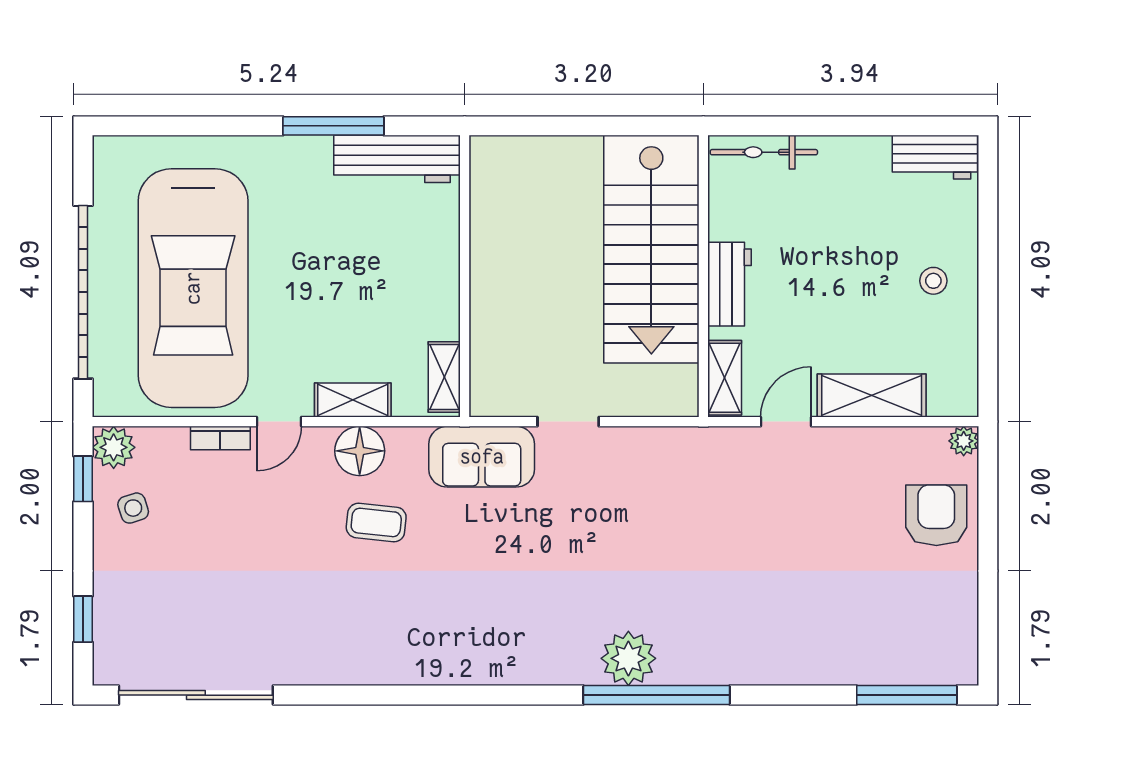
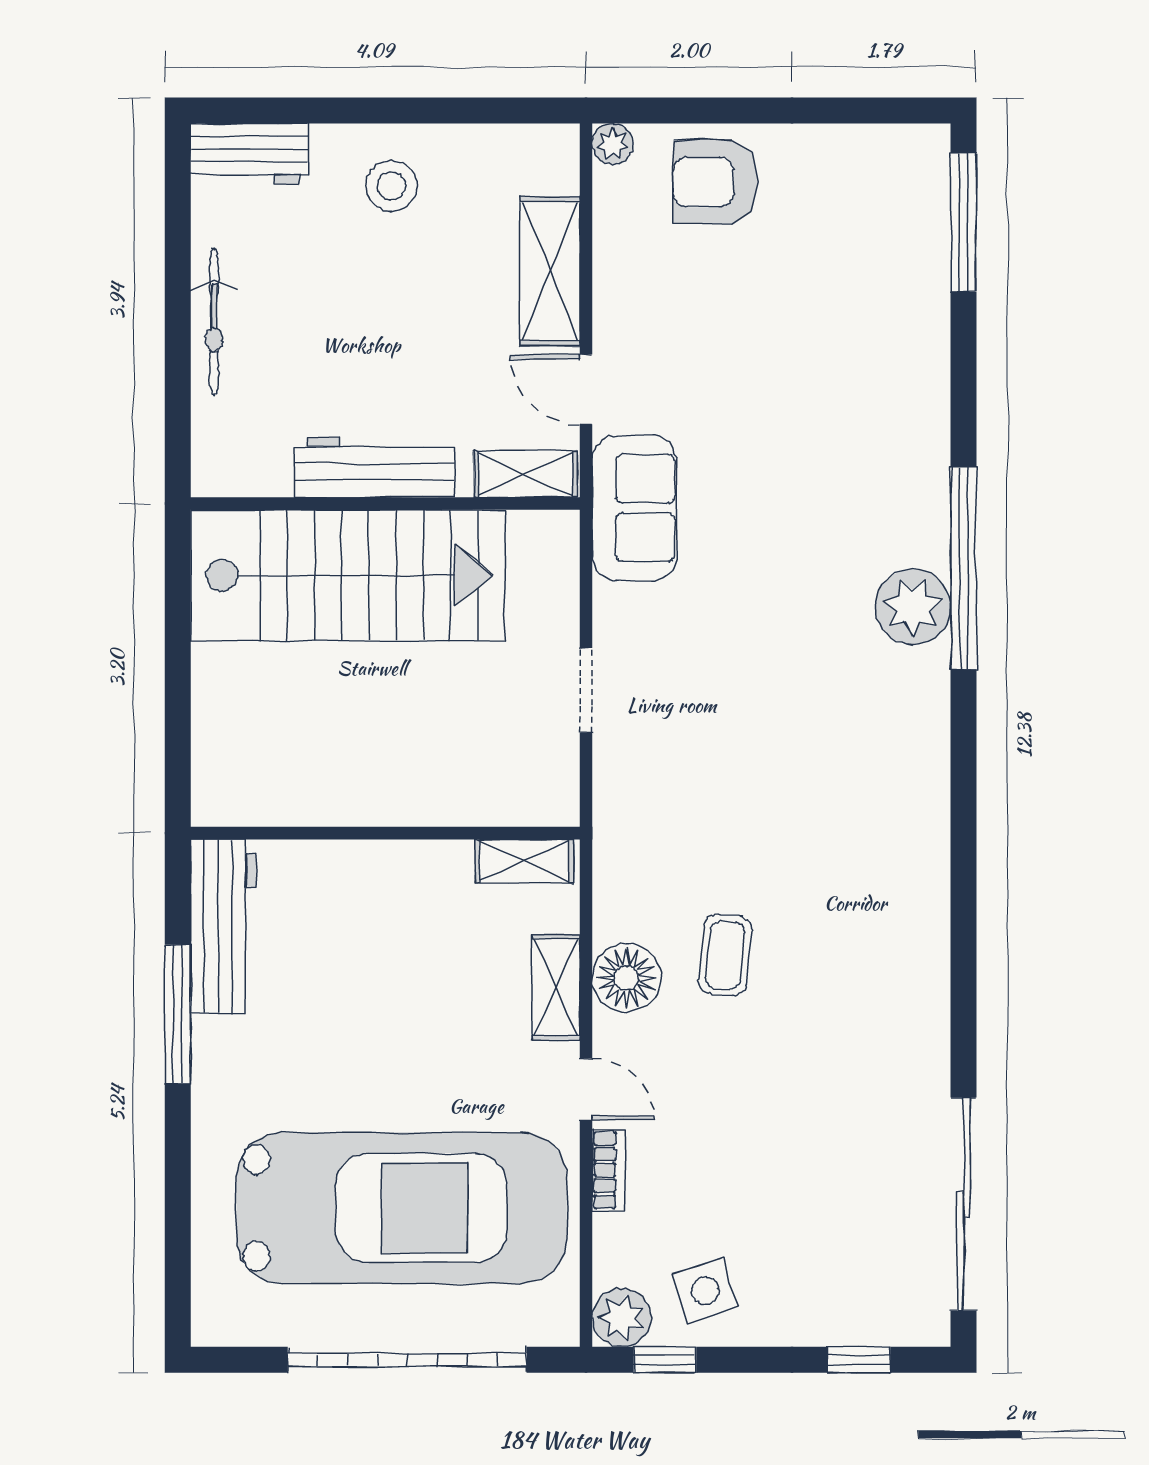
bicycle: (764, 152) -> (214, 322), moved
workbench: (935, 157) -> (249, 154), moved, turned 90
stool: (933, 281) -> (392, 186), width x1.37, depth x1.37
workbench: (730, 284) -> (374, 467), width x1.38
sofa: (482, 457) -> (634, 508), moved
side table: (133, 508) -> (705, 1291), width x1.37, depth x1.37

